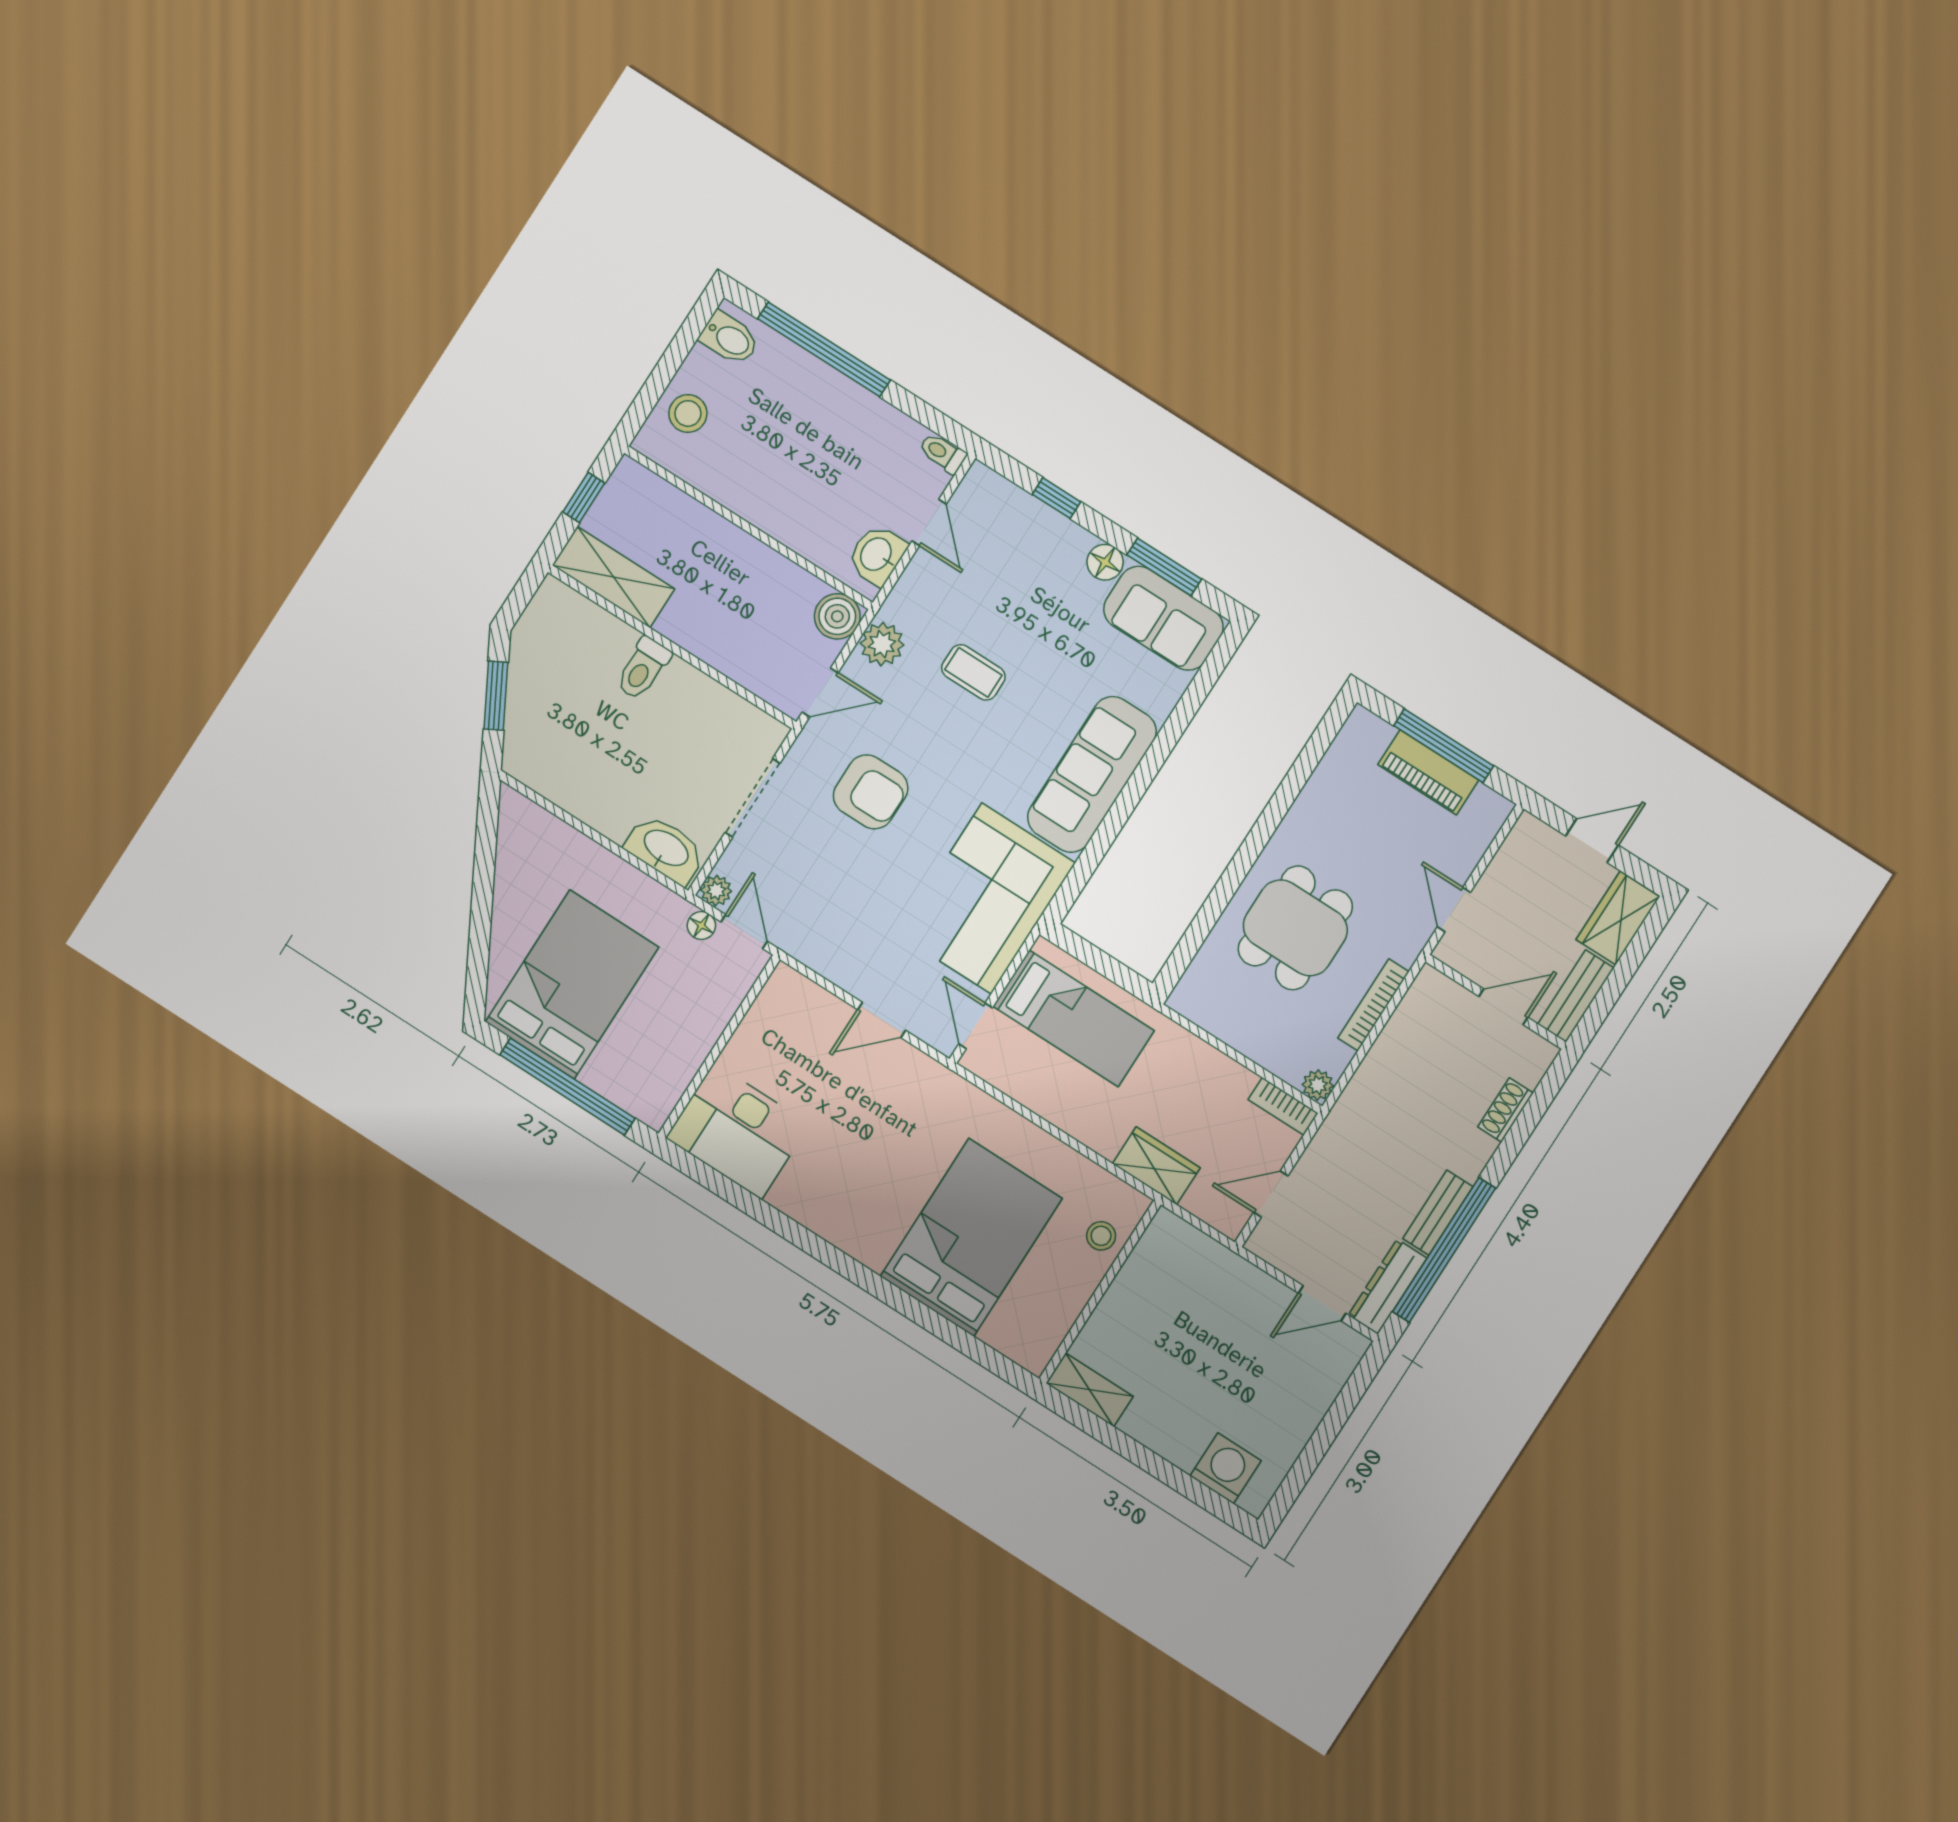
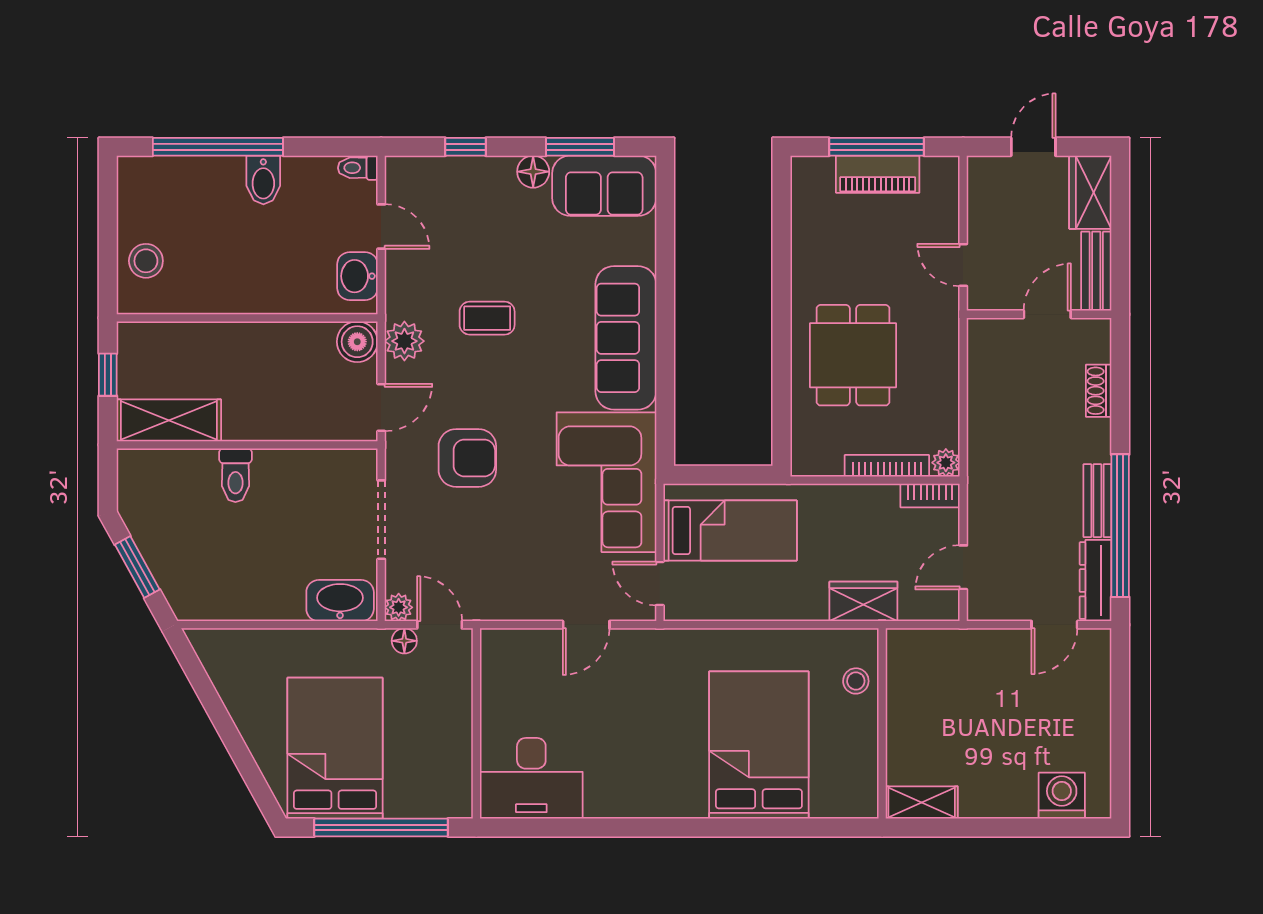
bidet: (729, 338) -> (263, 180), moved, turned 90
bookcase: (1373, 1005) -> (887, 466), moved, turned 90

